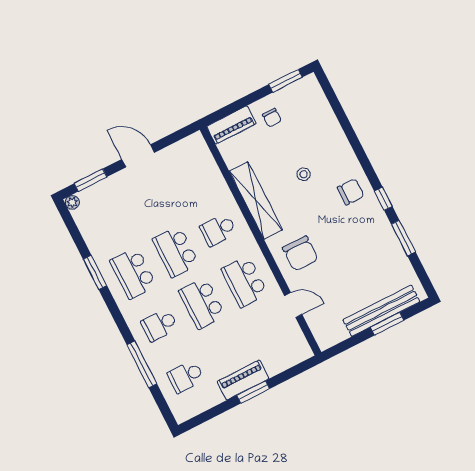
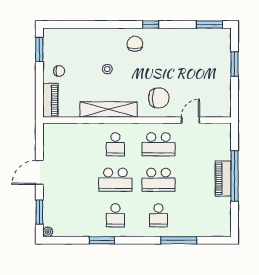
window: (403, 238) -> (209, 24), moved
school desk: (133, 273) -> (115, 215), width x0.54
bench: (381, 311) -> (224, 64), removed
school desk: (186, 377) -> (202, 215), removed
window: (253, 392) -> (235, 176), width x2.11

